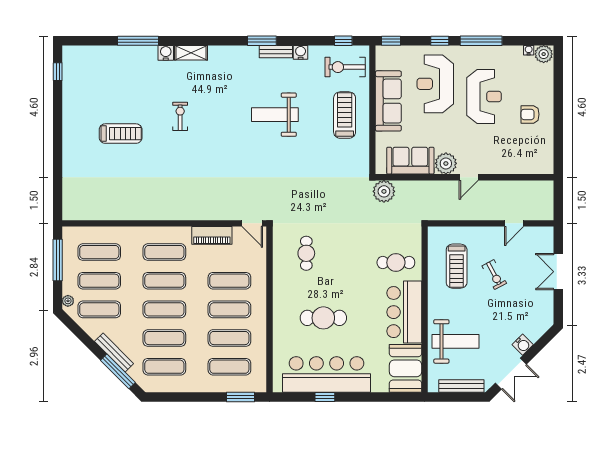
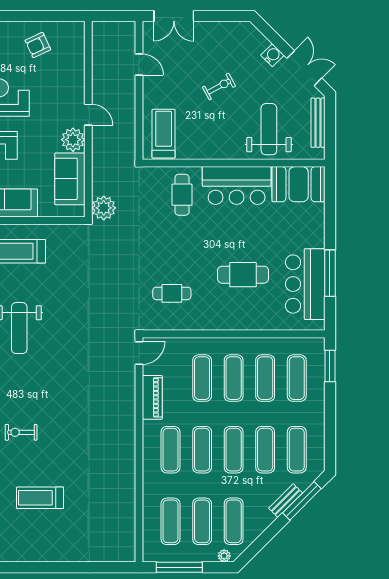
armchair: (530, 114) -> (38, 45), moved, turned 65
treadmill: (121, 134) -> (40, 498), turned -90
treadmill: (457, 266) -> (164, 134), moved, turned -90
double door: (558, 272) -> (174, 16), moved
exercise bike: (494, 275) -> (219, 87), moved
cafe table: (323, 318) -> (243, 275), turned 90
bench: (114, 352) -> (286, 501), width x0.73
bar counter: (327, 374) -> (305, 284), width x0.73
window: (325, 397) -> (330, 273), width x2.17

